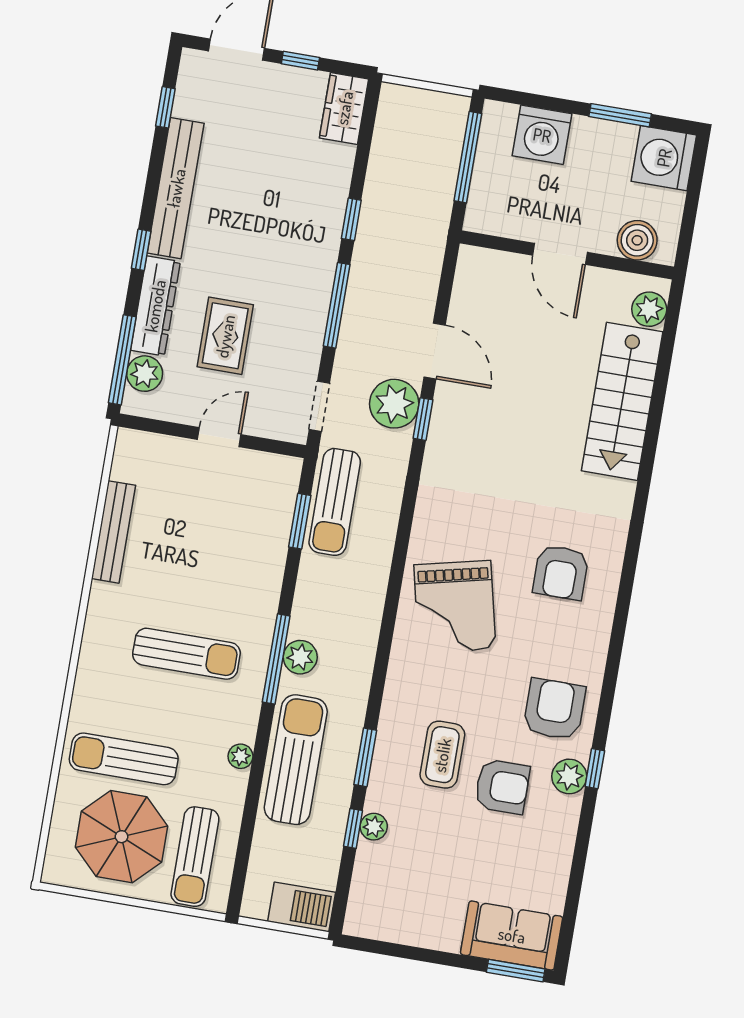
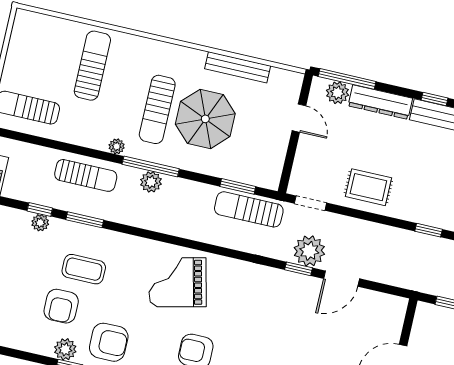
window: (141, 250) -> (435, 99), moved
window: (337, 305) -> (374, 218), removed
rug: (225, 336) -> (368, 187), moved
door: (219, 437) -> (299, 118), moved
plant: (240, 756) -> (117, 146), moved
sun lounger: (296, 760) -> (86, 175), width x0.73, depth x0.75
parasol: (122, 837) -> (205, 119), moved

